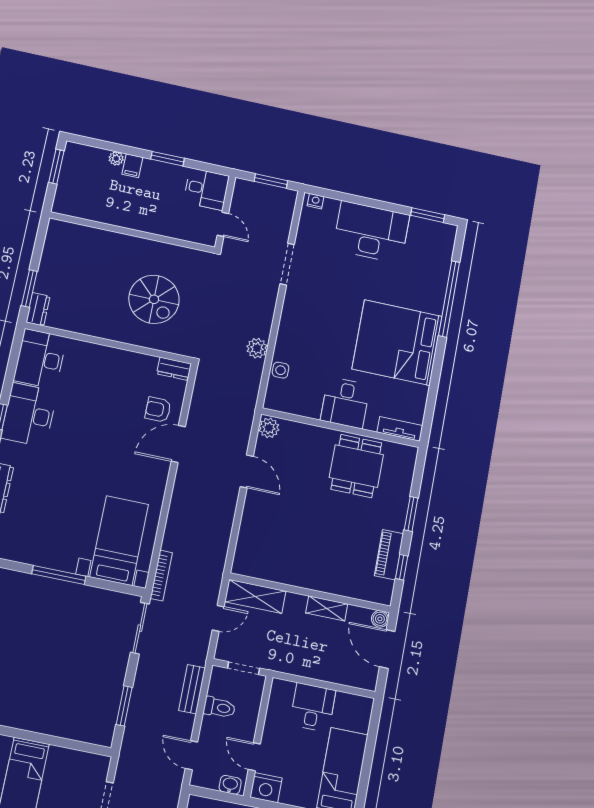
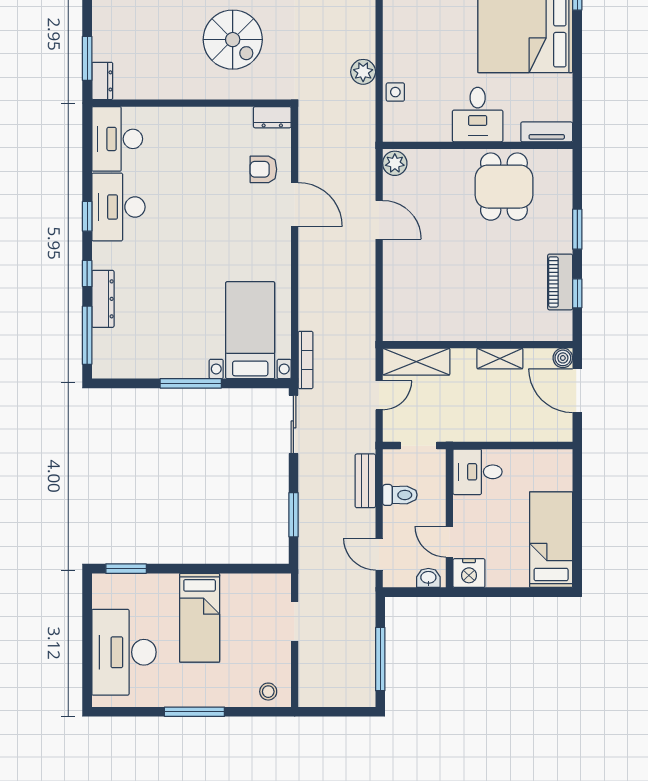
door: (178, 444) -> (295, 205), swing flipped
desk: (313, 707) -> (478, 472), moved, turned -90

